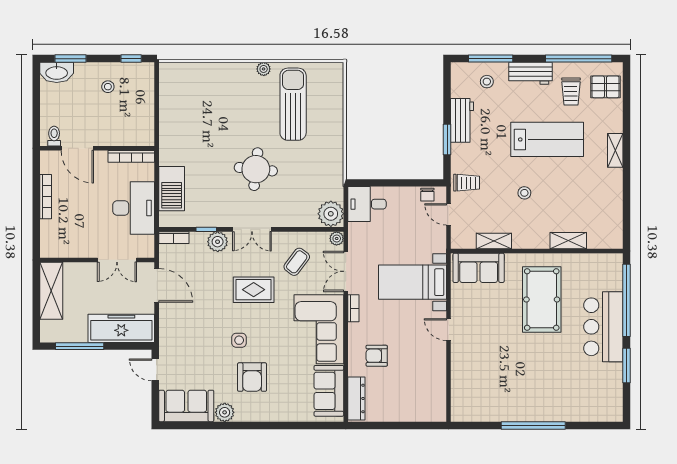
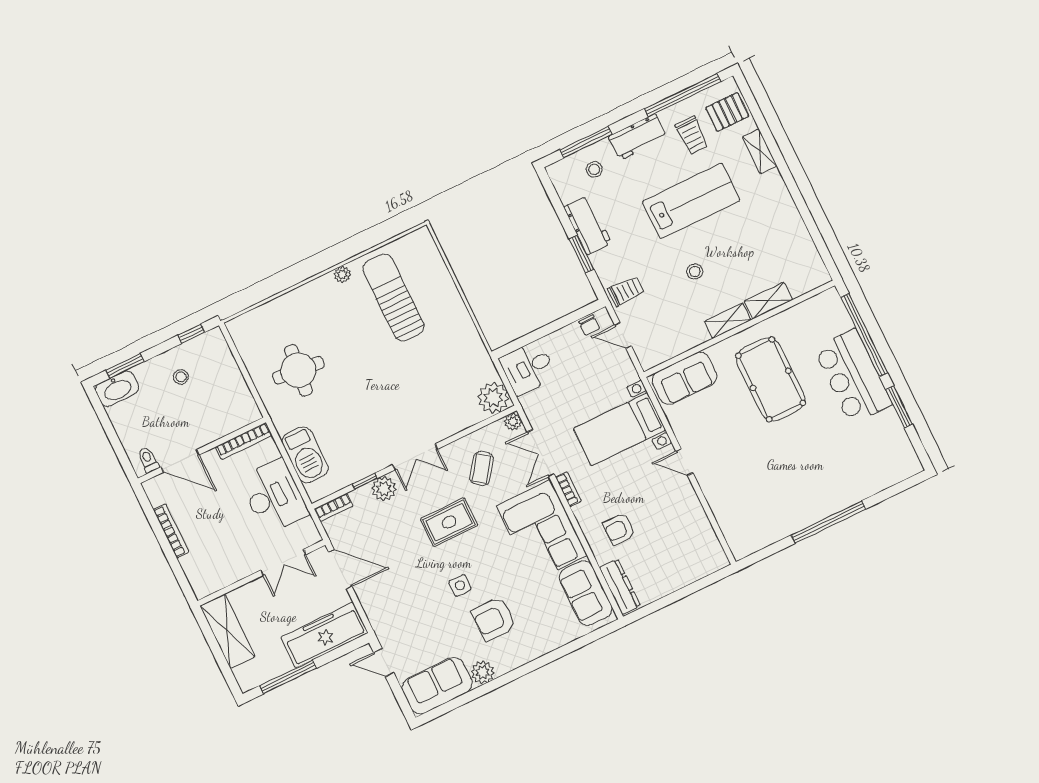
shelving: (615, 150) -> (760, 151), moved
round table: (256, 169) -> (298, 370), moved
shelving: (494, 241) -> (728, 321), moved
armchair: (252, 377) -> (494, 619), turned 90

